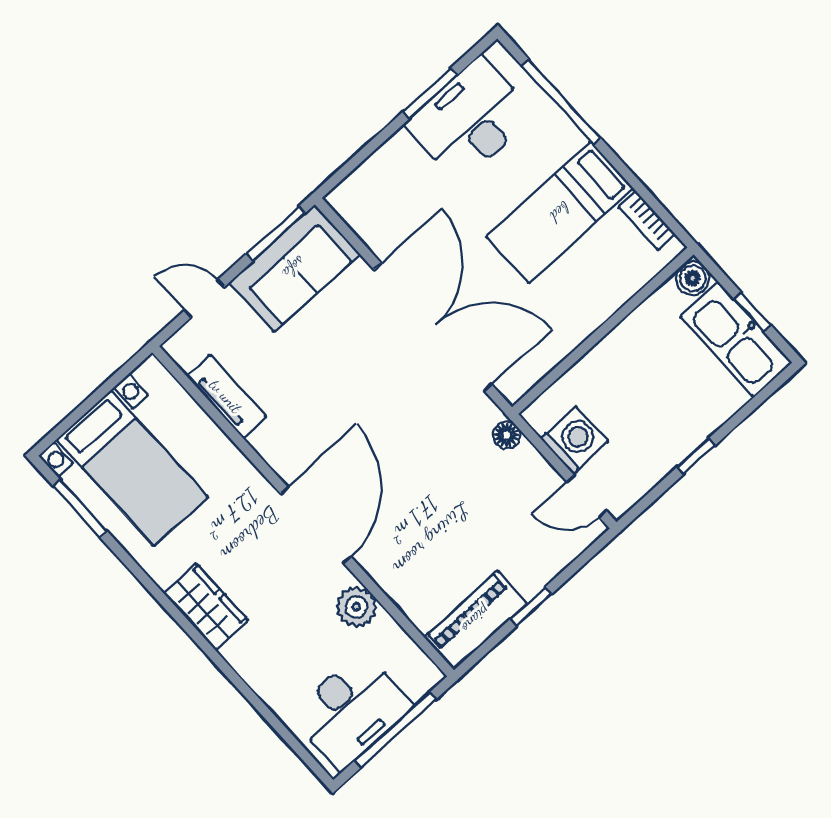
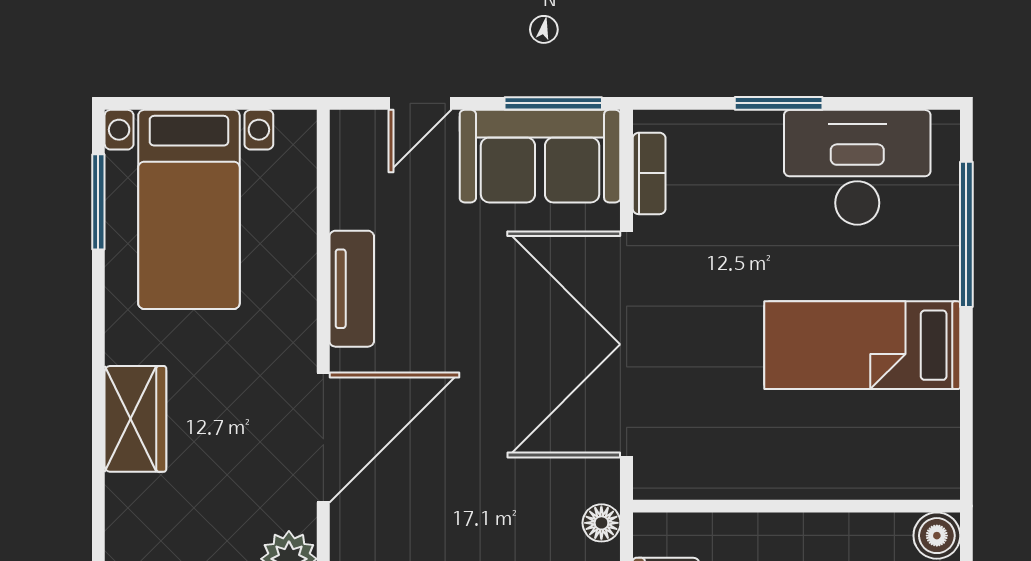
window: (430, 93) -> (779, 103), moved
bookcase: (647, 220) -> (649, 173), moved, turned 180
door: (204, 299) -> (420, 103), swing flipped
double door: (433, 327) -> (627, 344), swing flipped
tv unit: (226, 396) -> (352, 289), moved

